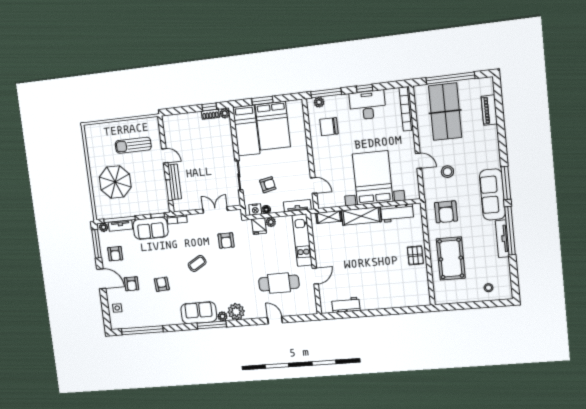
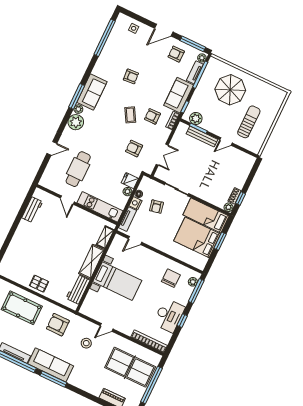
bed with nightstands: (373, 178) -> (117, 281), width x0.73
plant: (162, 198) -> (196, 119), added
nightstand: (255, 209) -> (135, 203), moved
armchair: (131, 284) -> (152, 116), moved

